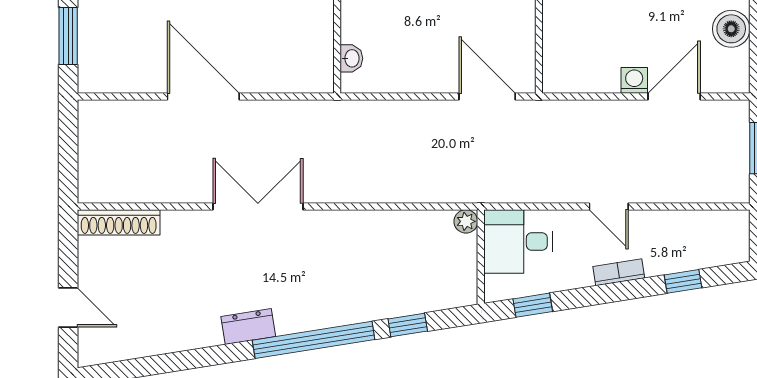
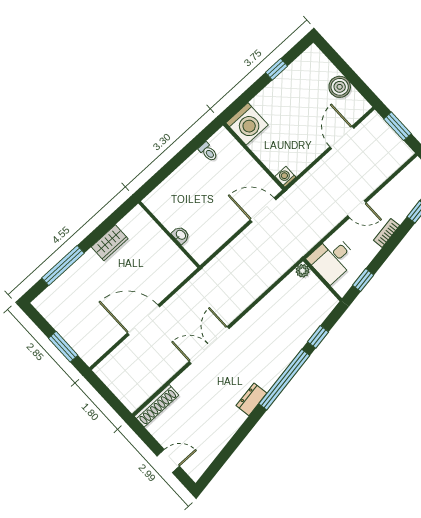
washbasin: (351, 58) -> (181, 235), moved
washing machine: (634, 80) -> (285, 177), moved

